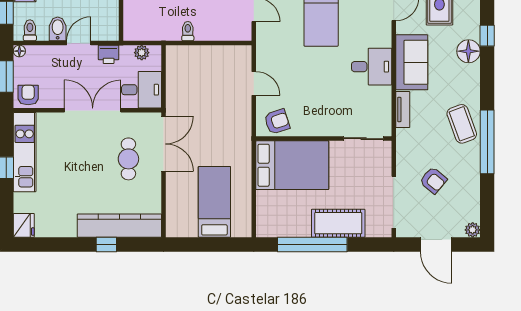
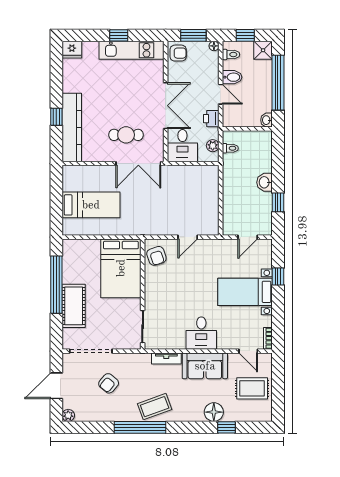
toilet: (188, 31) -> (230, 148), moved

